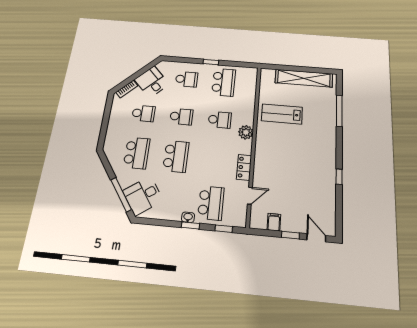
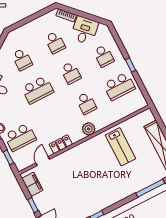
lab bench: (282, 114) -> (120, 147), turned 180
school desk: (137, 153) -> (22, 59), width x0.54
door: (250, 196) -> (43, 161), swing flipped
filing cabinet: (274, 222) -> (32, 184), width x2.00

